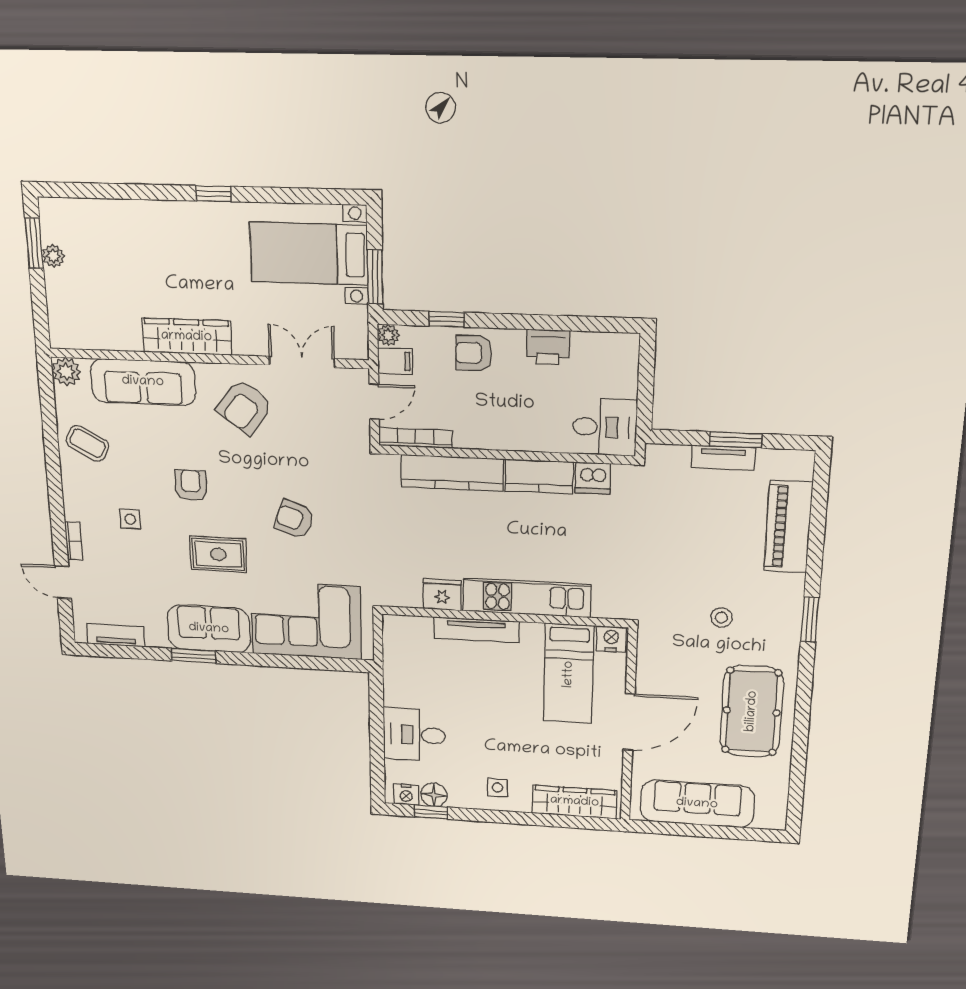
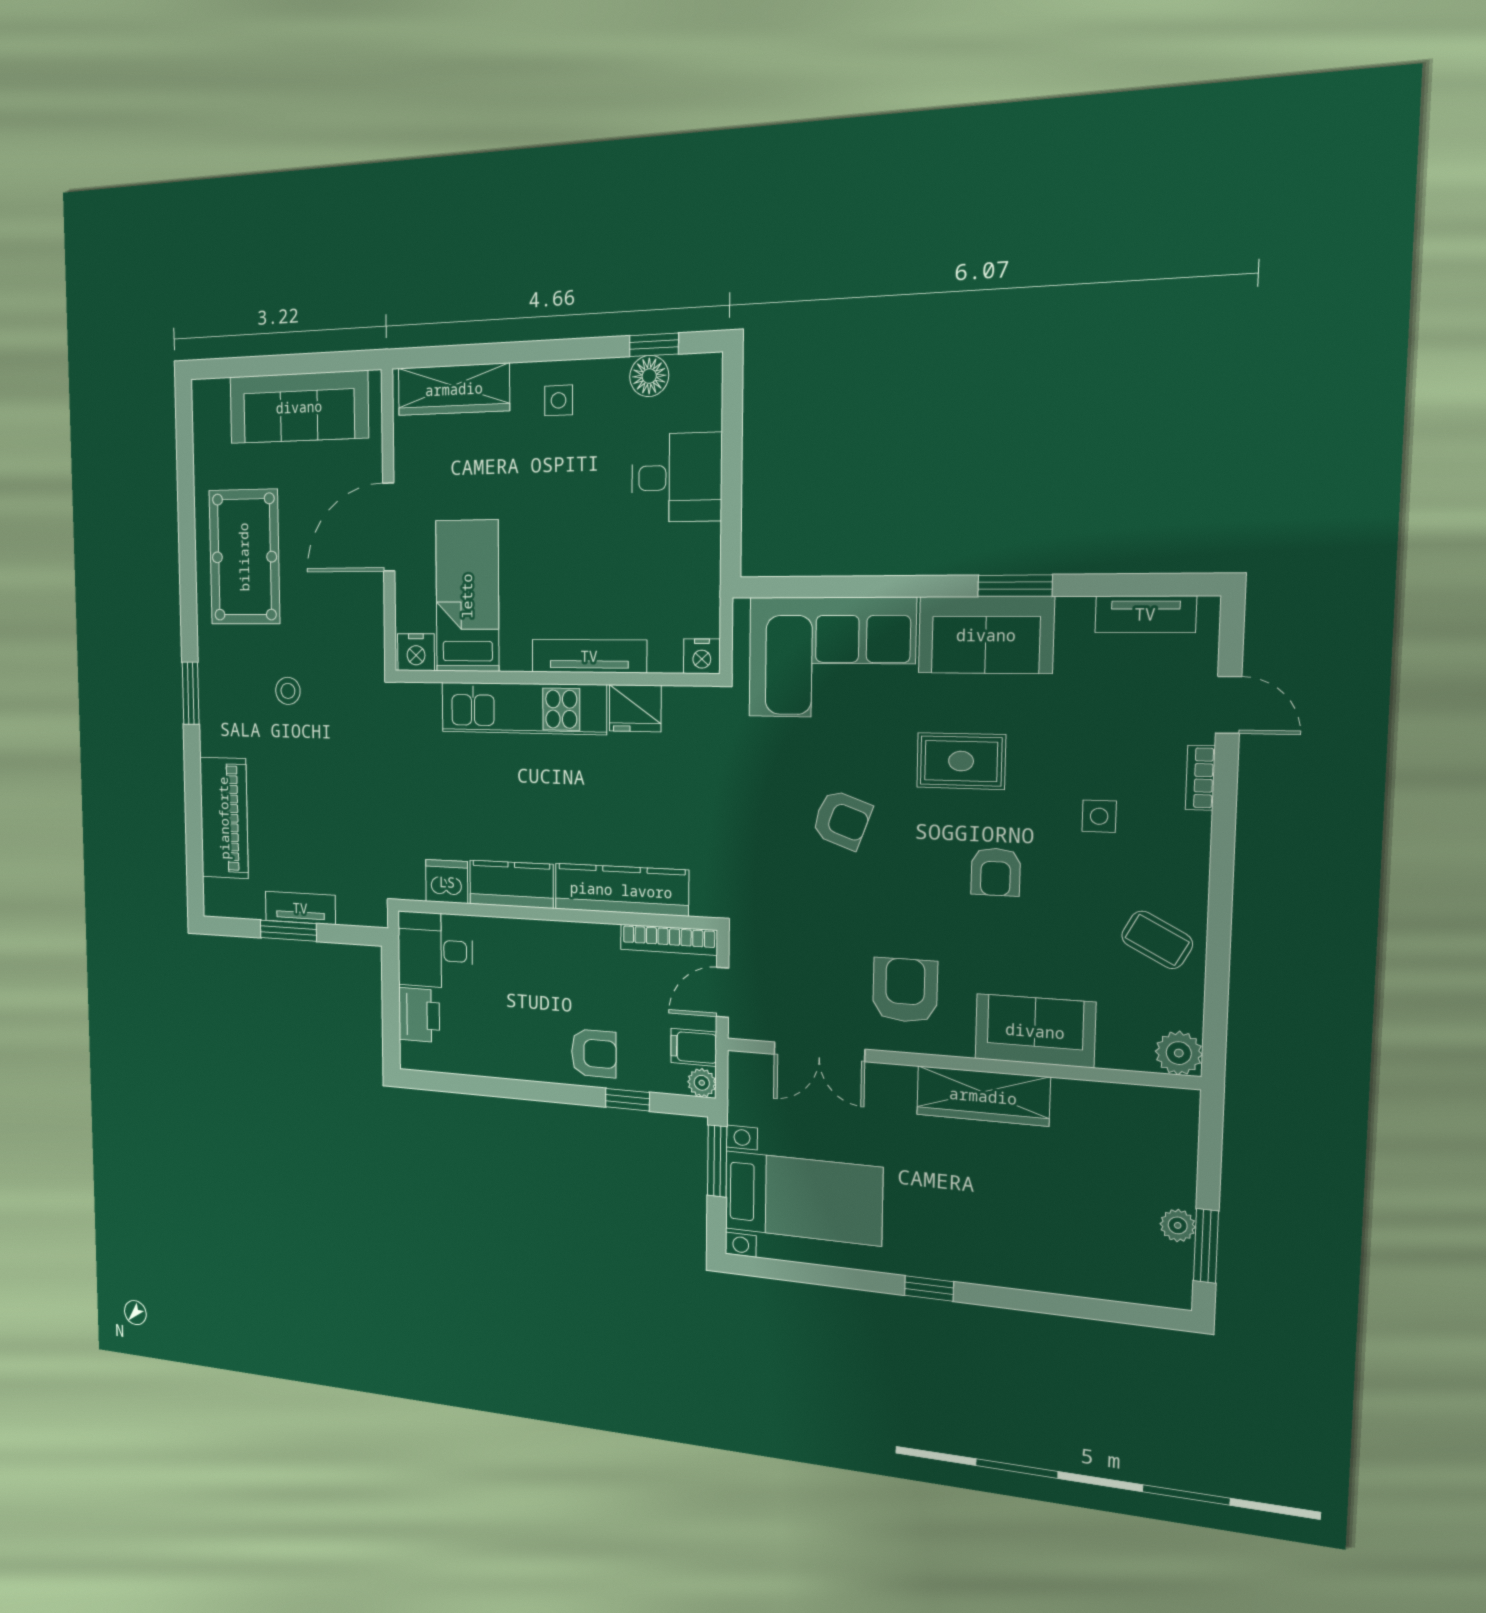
printer: (548, 347) -> (419, 1015), moved, turned 90
sofa: (143, 382) -> (1035, 1031), width x0.73
armchair: (244, 407) -> (905, 990), turned -37
nightstand: (406, 795) -> (702, 656), moved, turned 180

